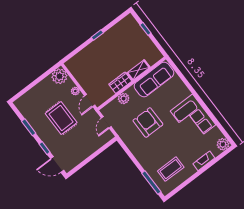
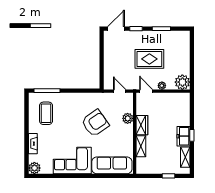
shelving: (119, 27) -> (185, 157), added
freezer: (103, 41) -> (184, 136), added
sofa: (154, 79) -> (112, 165), moved, turned 90
armchair: (148, 122) -> (95, 123), turned -35

